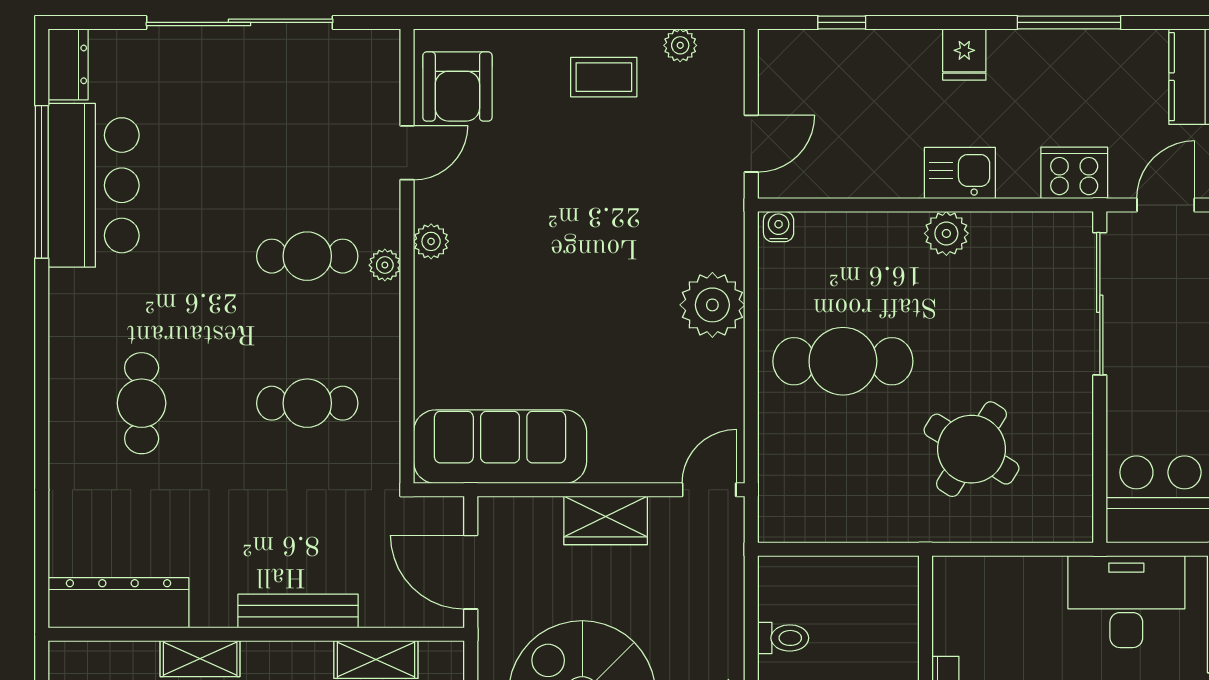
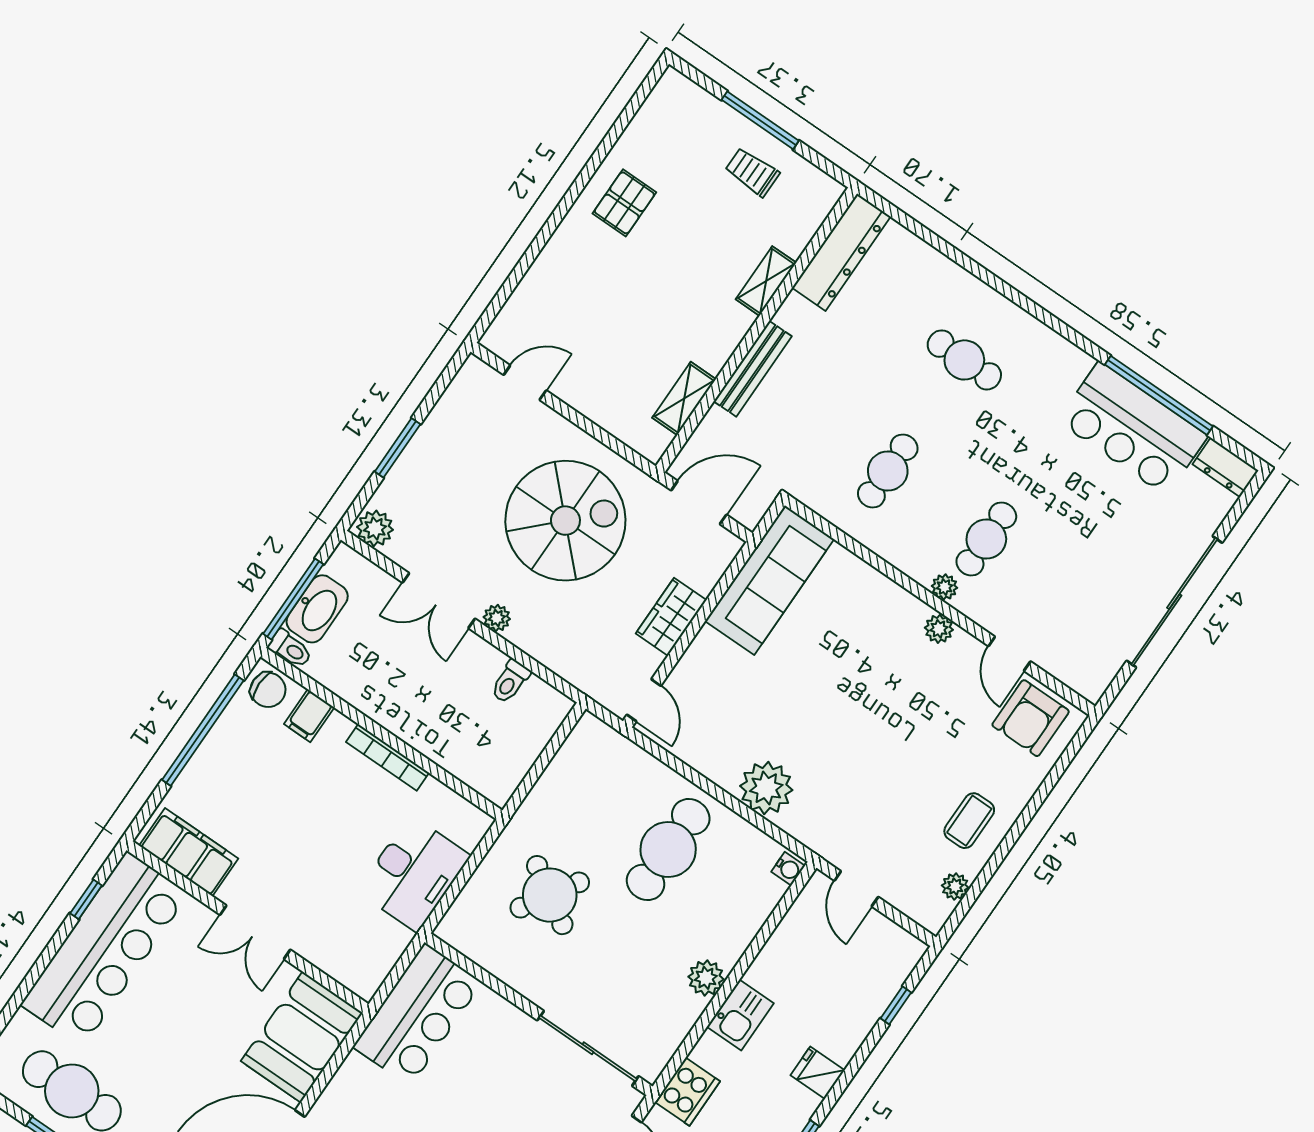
armchair: (457, 87) -> (1031, 718), turned -90
desk: (1126, 602) -> (414, 873), moved

